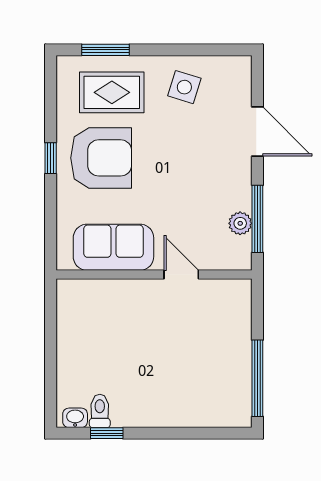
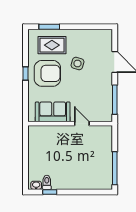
side table: (184, 87) -> (78, 63), moved
plant: (240, 223) -> (107, 102), removed

